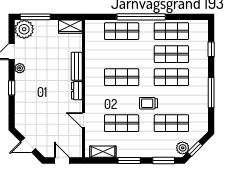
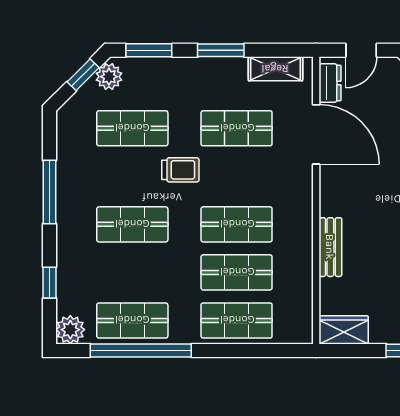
window: (141, 17) -> (141, 350), moved
plant: (201, 27) -> (70, 330), added
shop shelf: (171, 54) -> (237, 272), moved
dresser: (77, 91) -> (330, 83), moved
door: (83, 120) -> (316, 134), width x1.88
door: (62, 161) -> (361, 50), hinge flipped

